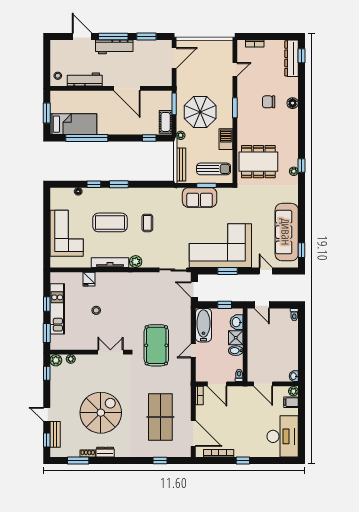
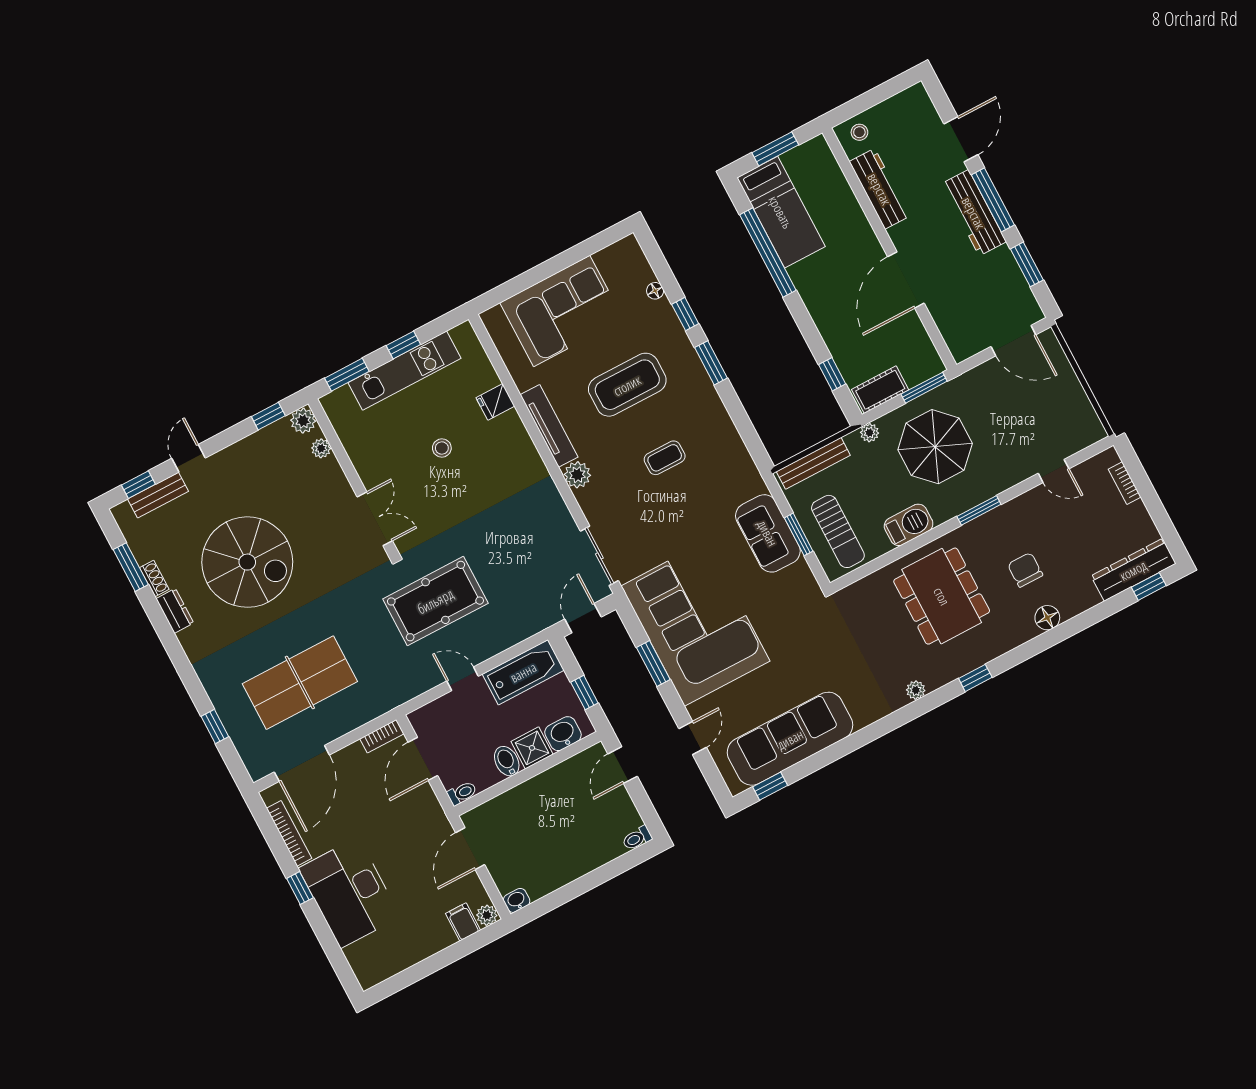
dining table: (258, 162) -> (942, 596), moved
window: (302, 166) -> (975, 678), moved
coffee table: (110, 222) -> (627, 385), turned 90
desk: (283, 436) -> (349, 892), moved, turned 90

